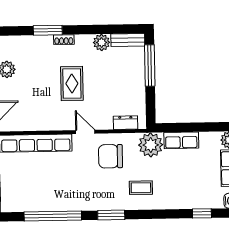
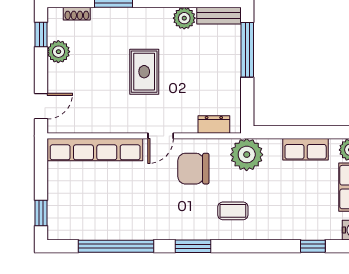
shoe rack: (64, 40) -> (77, 14), moved
door: (85, 132) -> (161, 136), swing flipped
row of seats: (181, 140) -> (306, 149), moved

